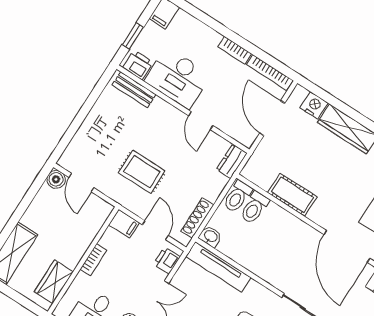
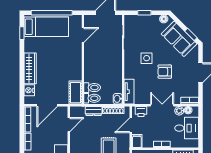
door: (201, 121) -> (69, 125), moved
dresser: (232, 161) -> (94, 111), moved
cot: (292, 195) -> (75, 93), moved
door: (347, 246) -> (83, 35), width x0.53
tv unit: (218, 267) -> (129, 92), width x0.71

